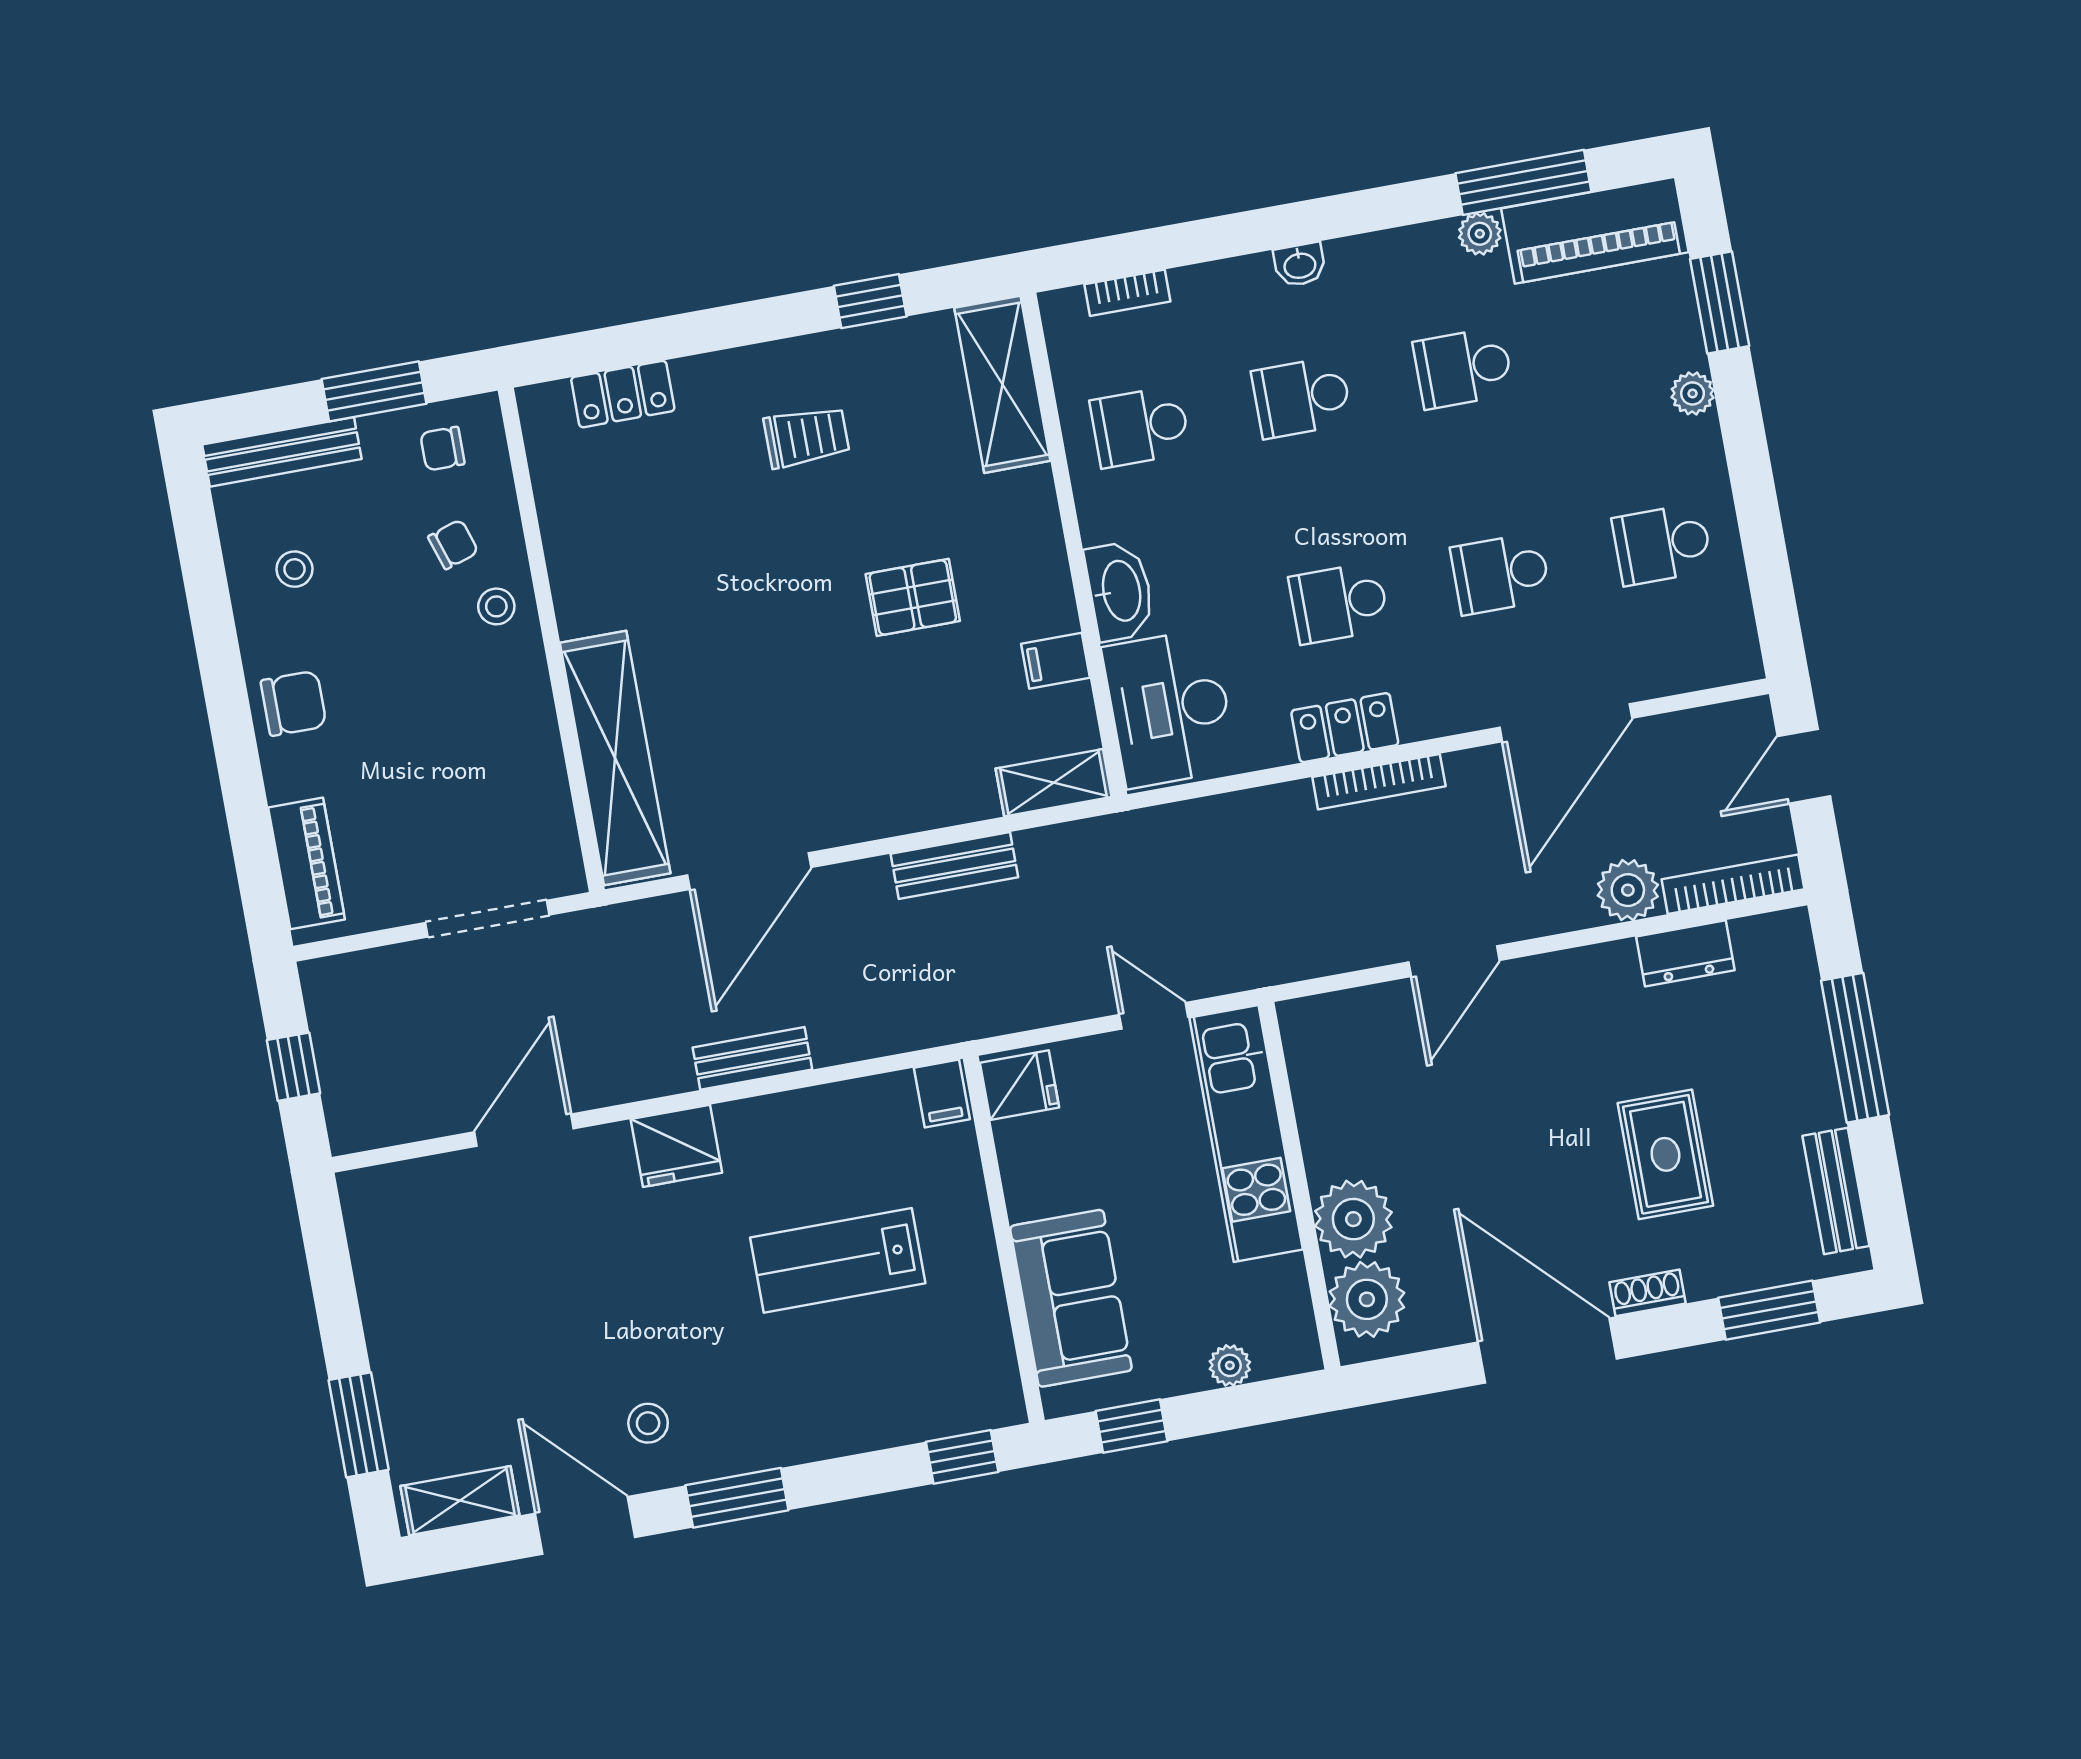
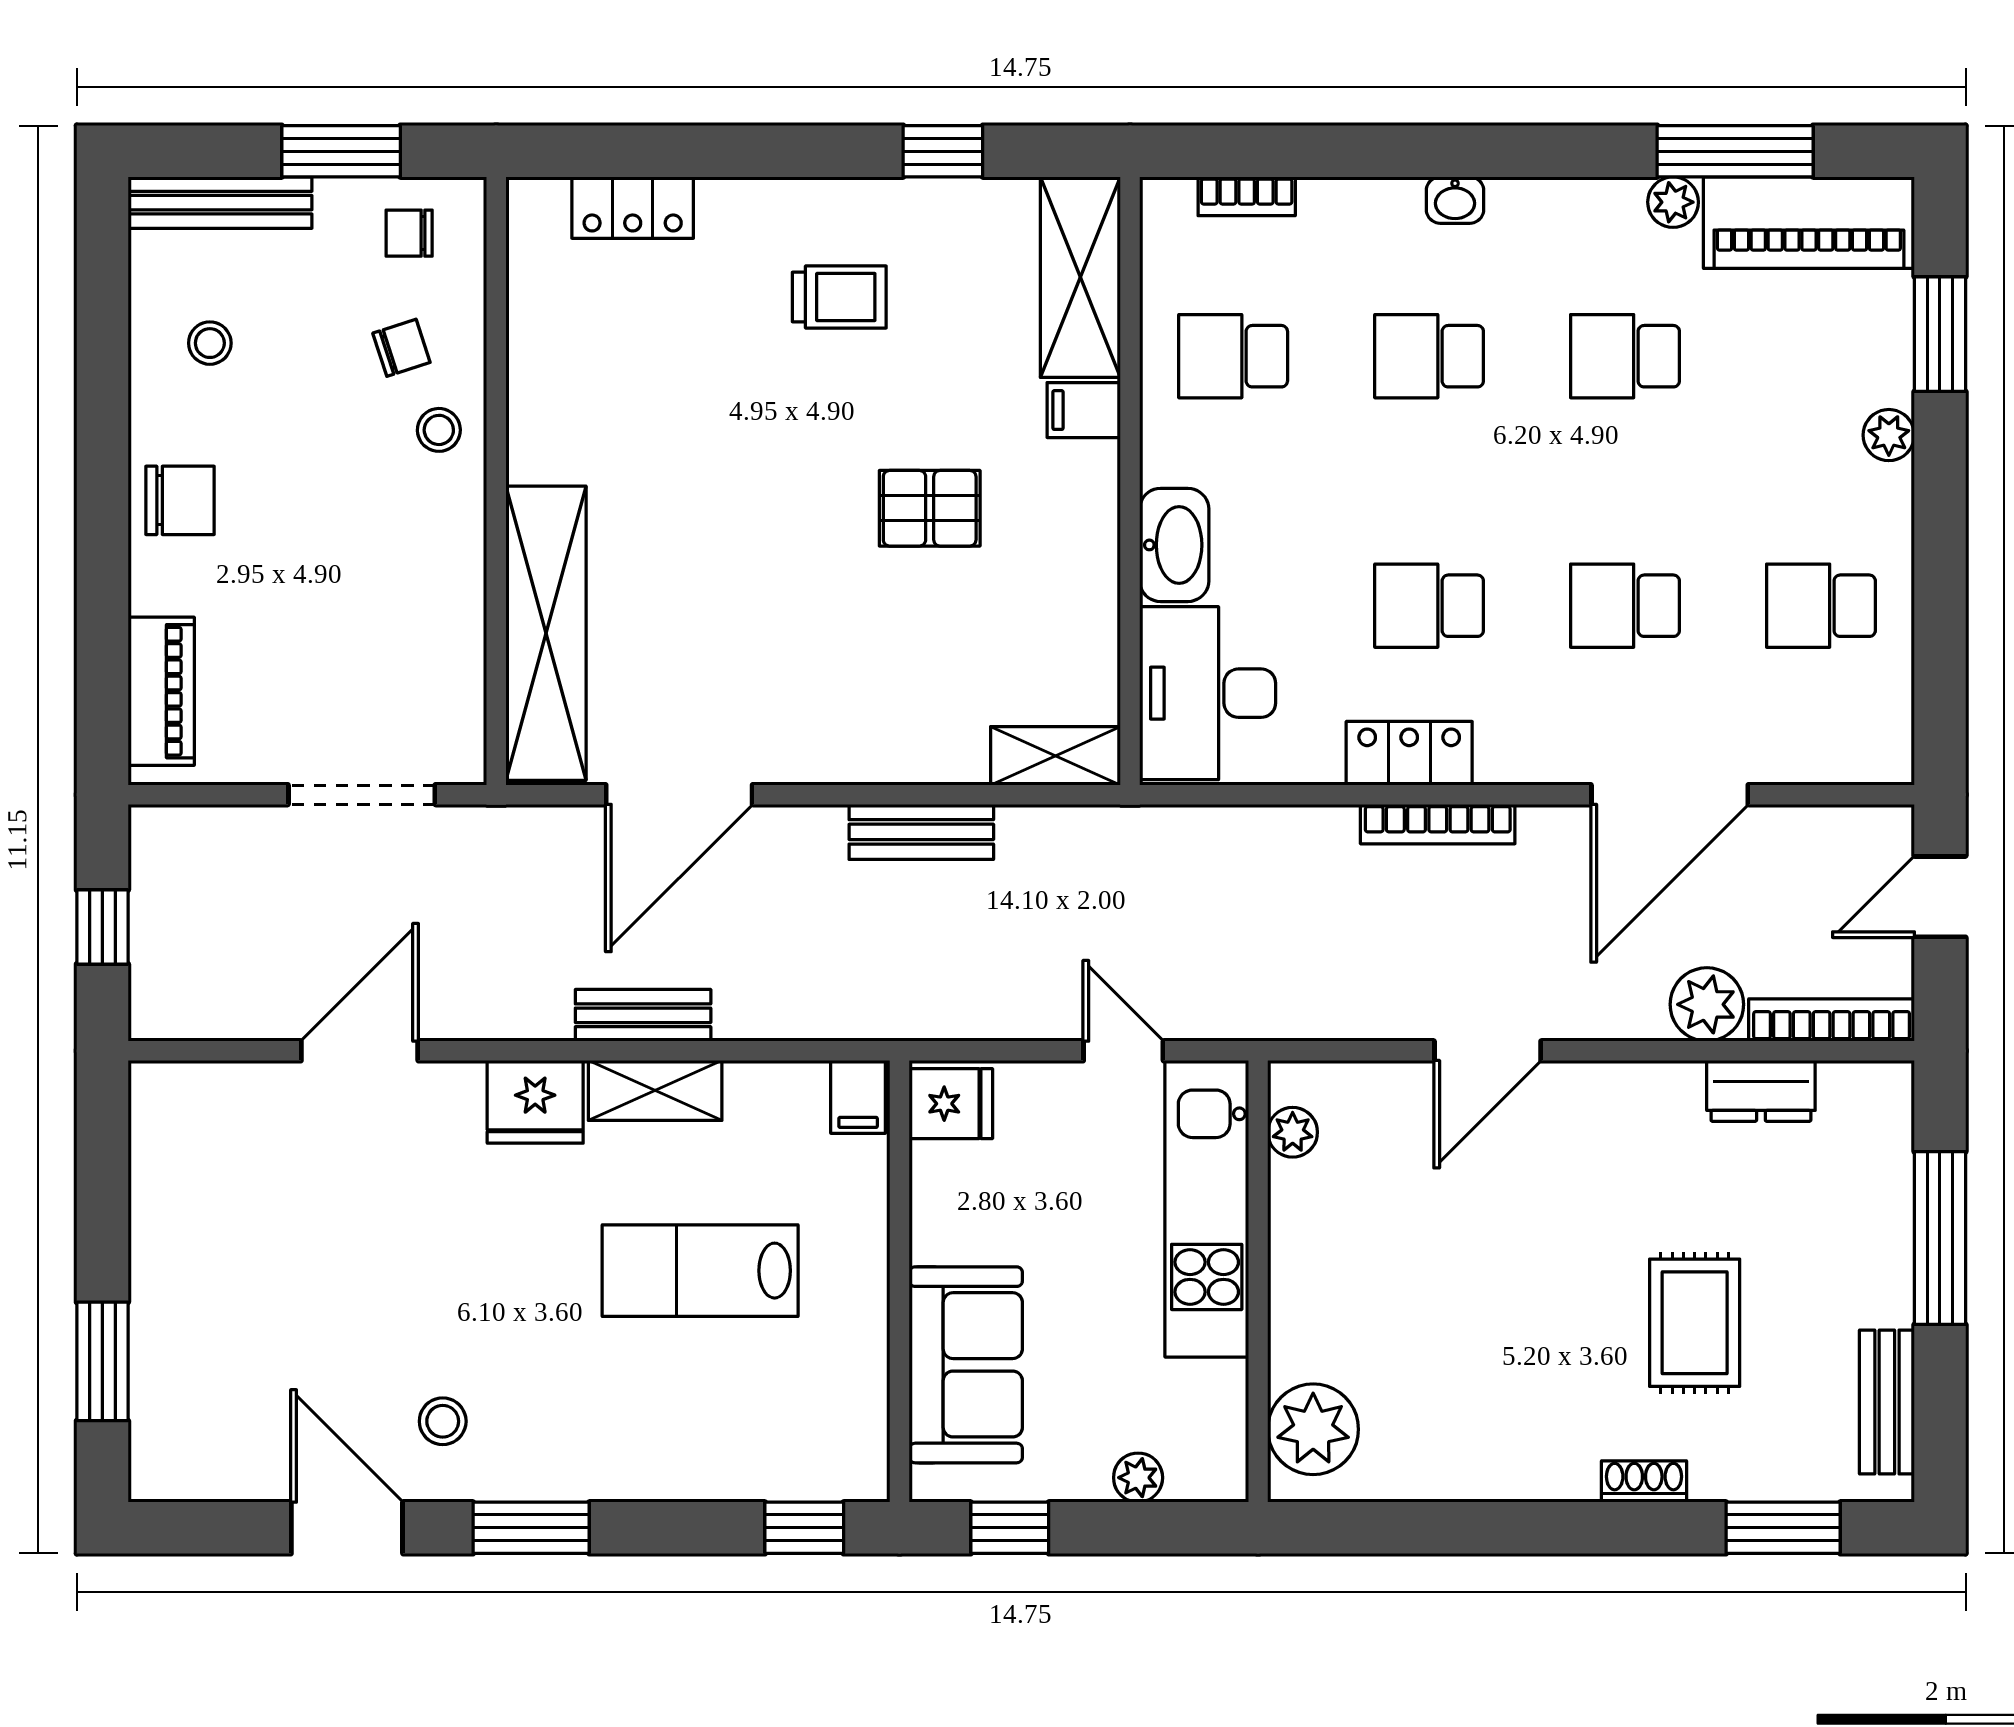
filing cabinet: (1055, 661) -> (1084, 410), moved
plant: (1353, 1219) -> (1293, 1132), moved, width x0.53, depth x0.53
door: (1547, 1350) -> (1514, 1528), removed
shelving: (460, 1501) -> (655, 1090), moved

